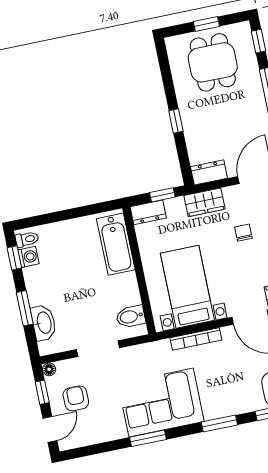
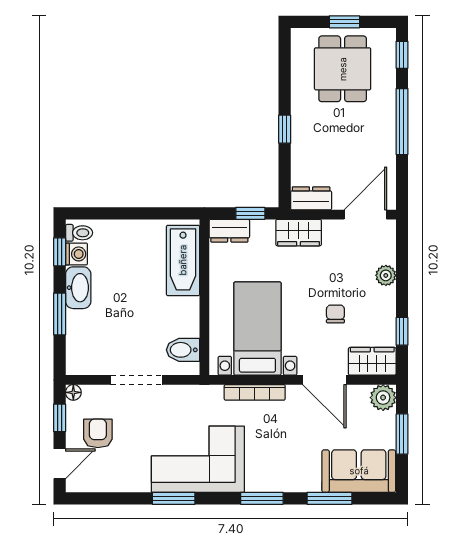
chair: (243, 233) -> (335, 314), moved
washbasin: (44, 323) -> (78, 288), moved

